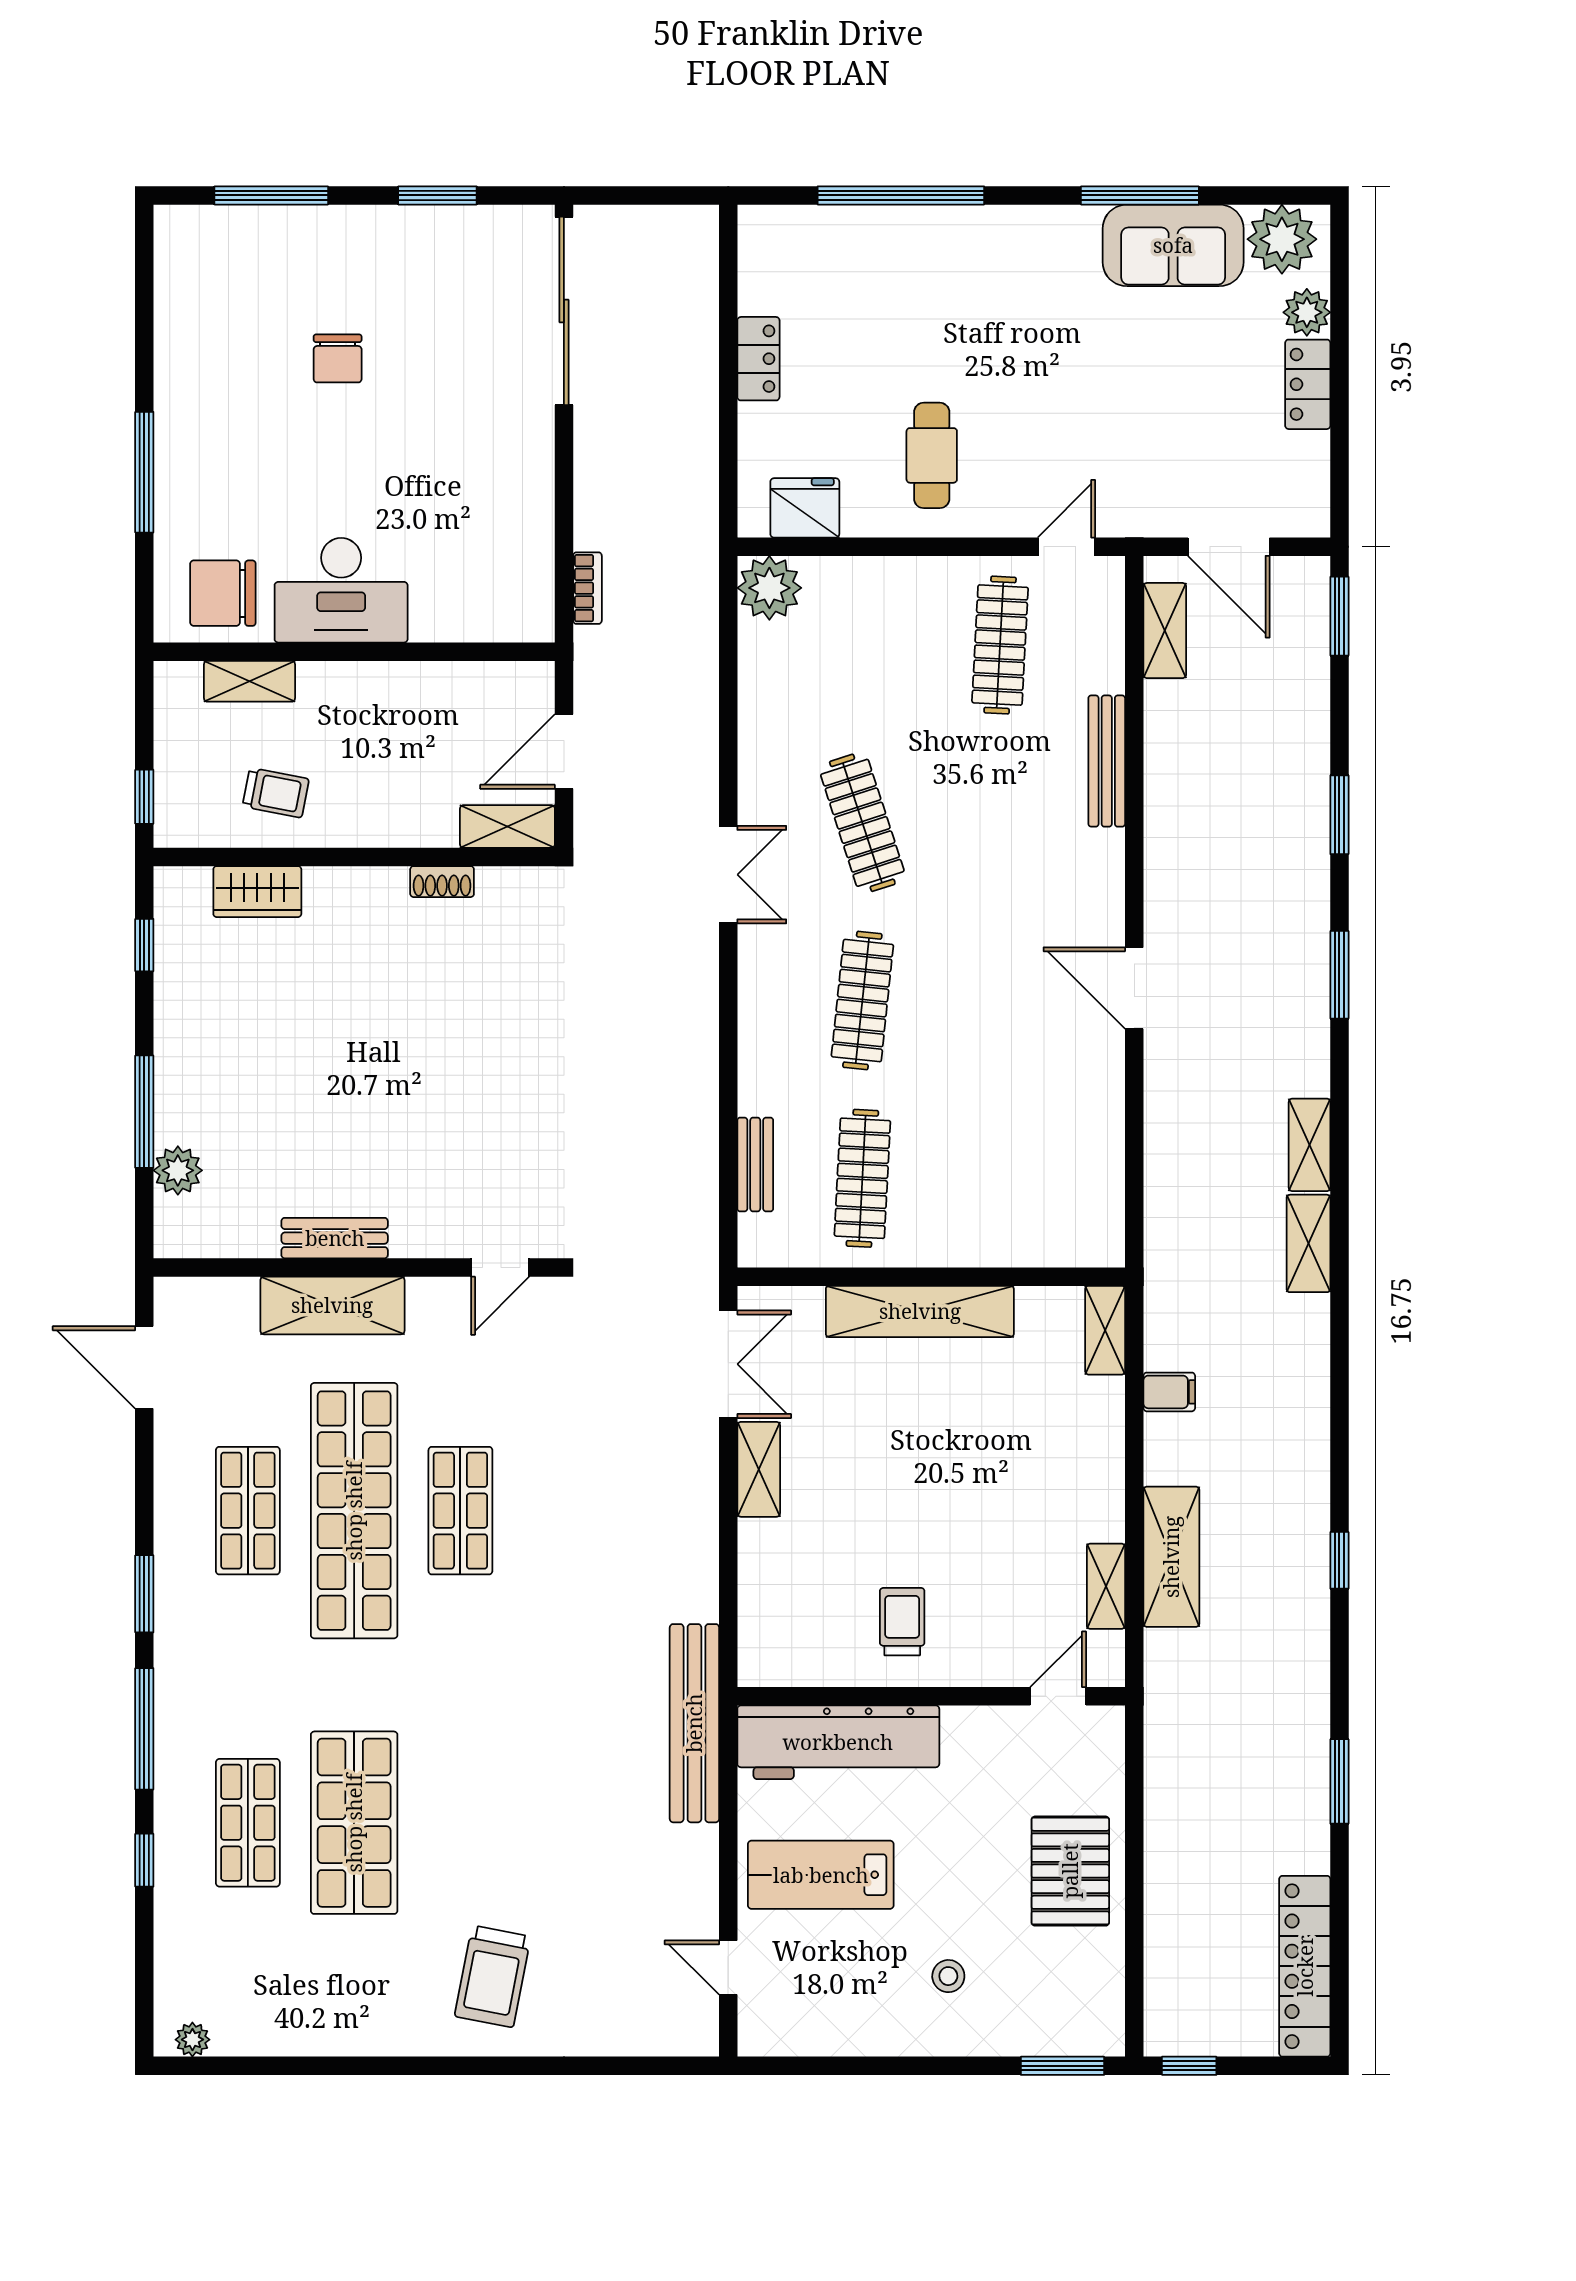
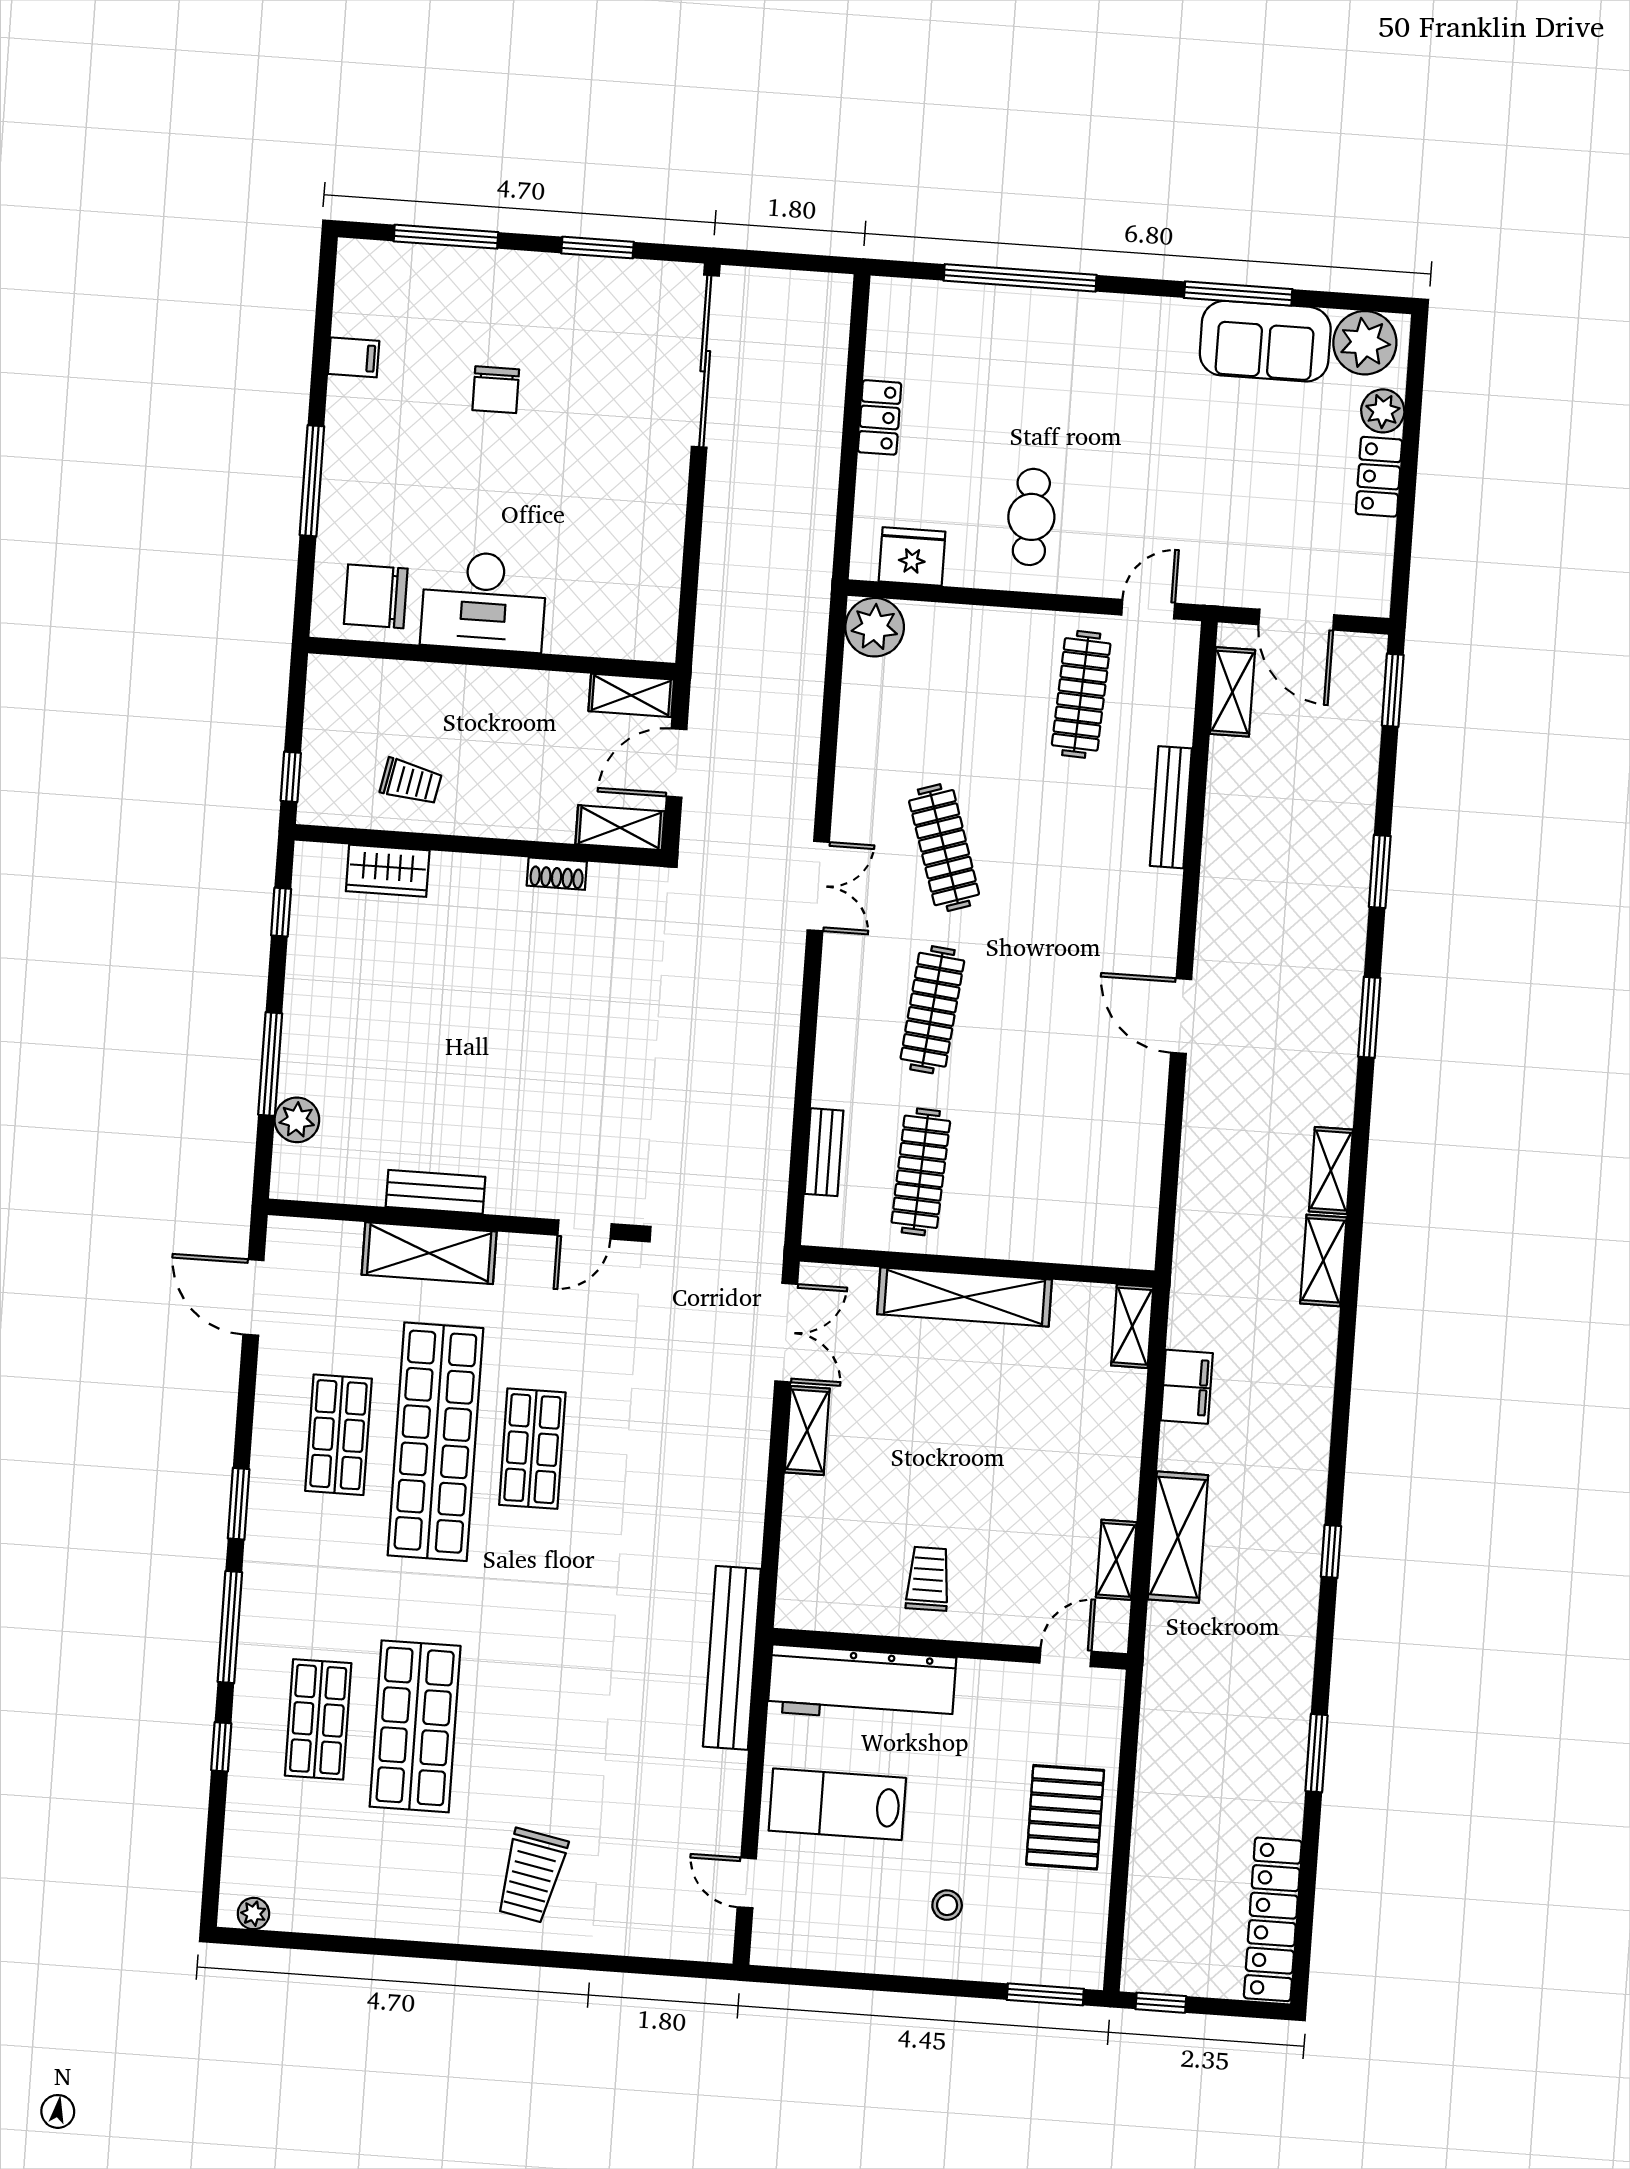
filing cabinet: (180, 334) -> (354, 357), added
bookcase: (587, 588) -> (709, 616), removed
shelving: (249, 681) -> (631, 695), moved
filing cabinet: (1169, 1392) -> (1187, 1387), width x2.00

